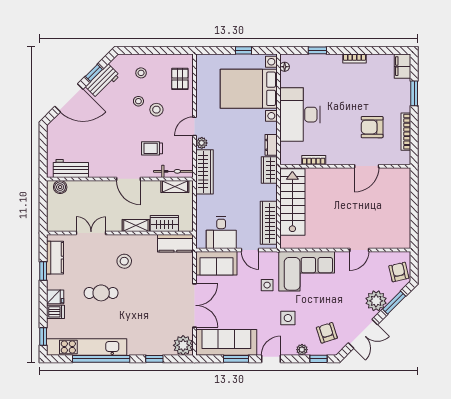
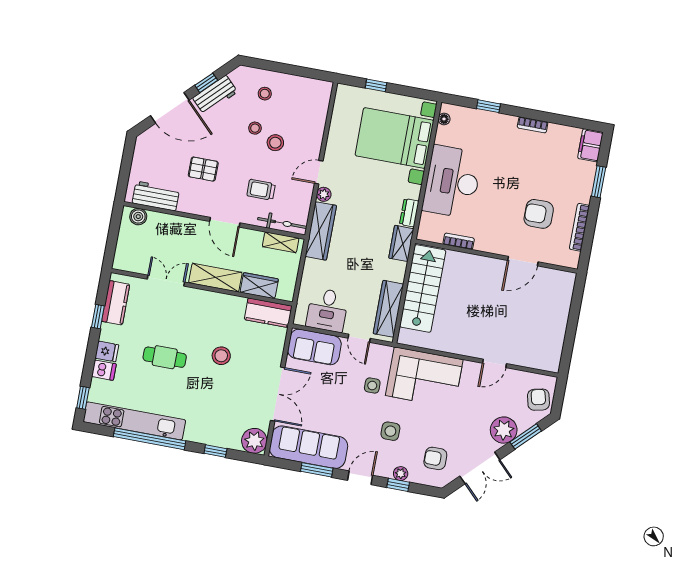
window: (244, 50) -> (376, 85), moved
pallet: (180, 79) -> (203, 169), moved, turned 90
shelving: (136, 226) -> (215, 278), width x1.50, depth x1.33
stool: (124, 261) -> (221, 356), moved
armchair: (327, 333) -> (435, 458), turned -72
window: (319, 359) -> (398, 485), moved

